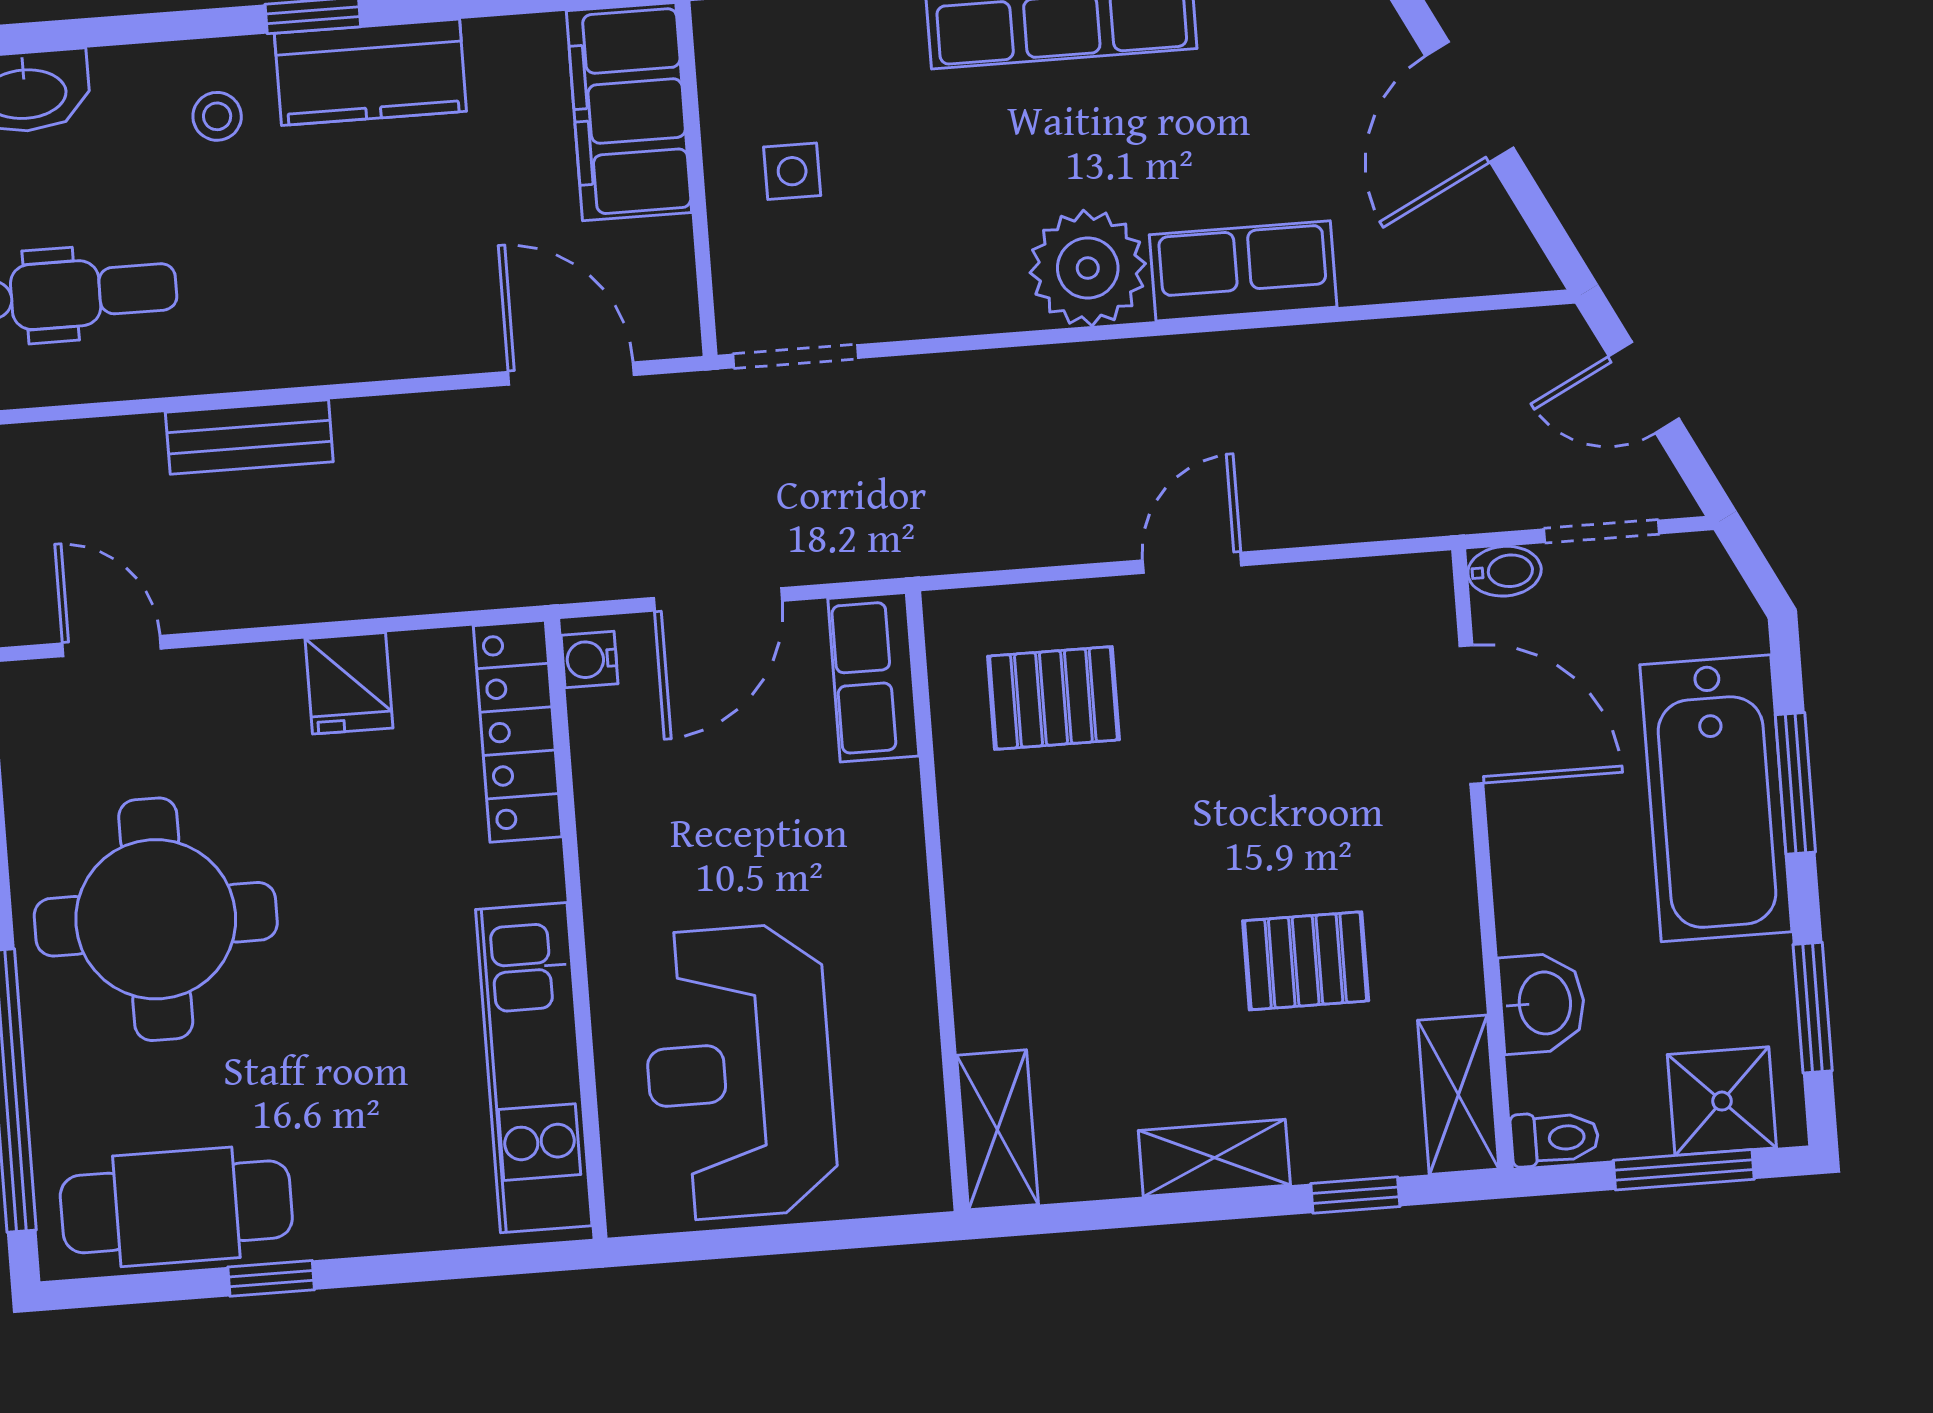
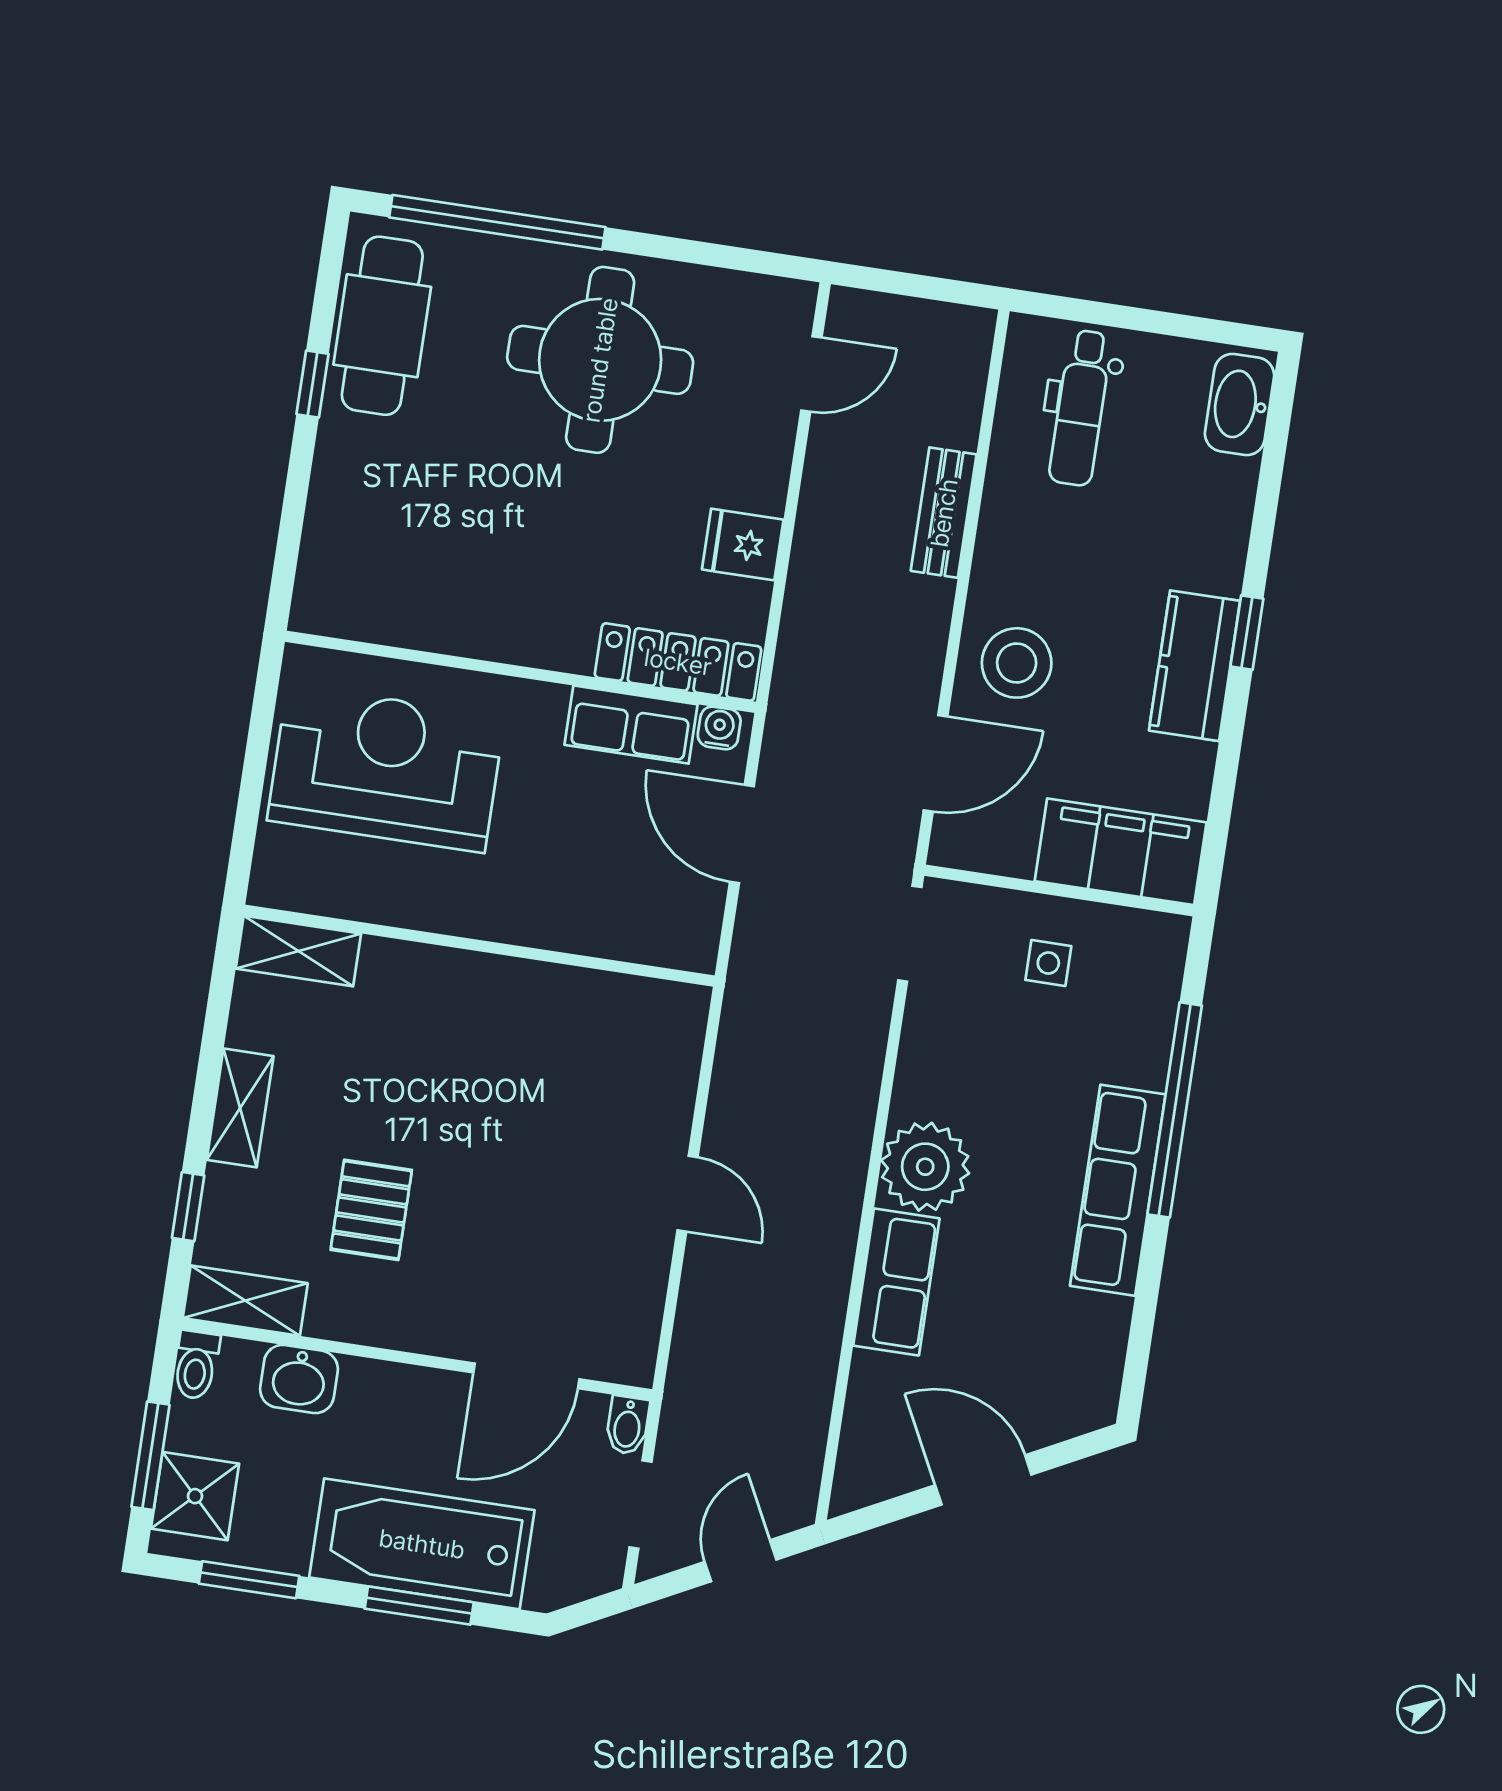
stool: (217, 116) -> (1017, 663), moved, width x1.89, depth x1.89
row of seats: (873, 677) -> (631, 725), moved, turned 180
pallet: (1053, 698) -> (611, 1067), removed
kitchen unit: (534, 1068) -> (424, 616), removed

